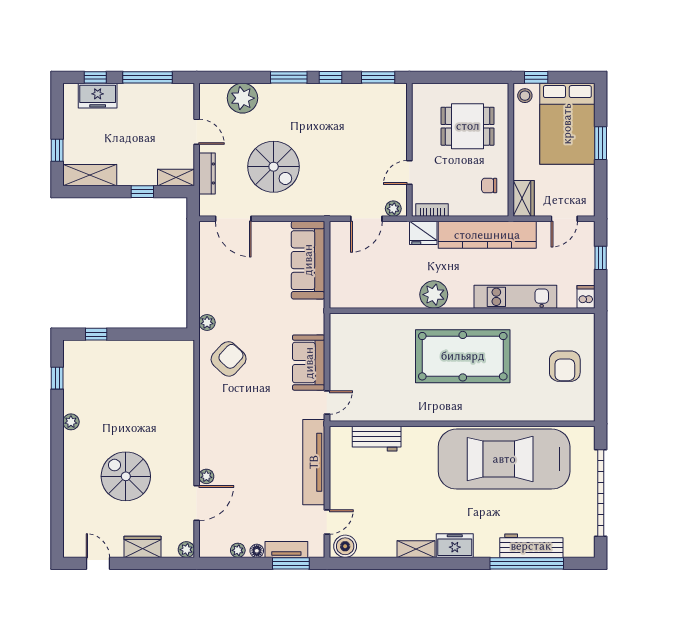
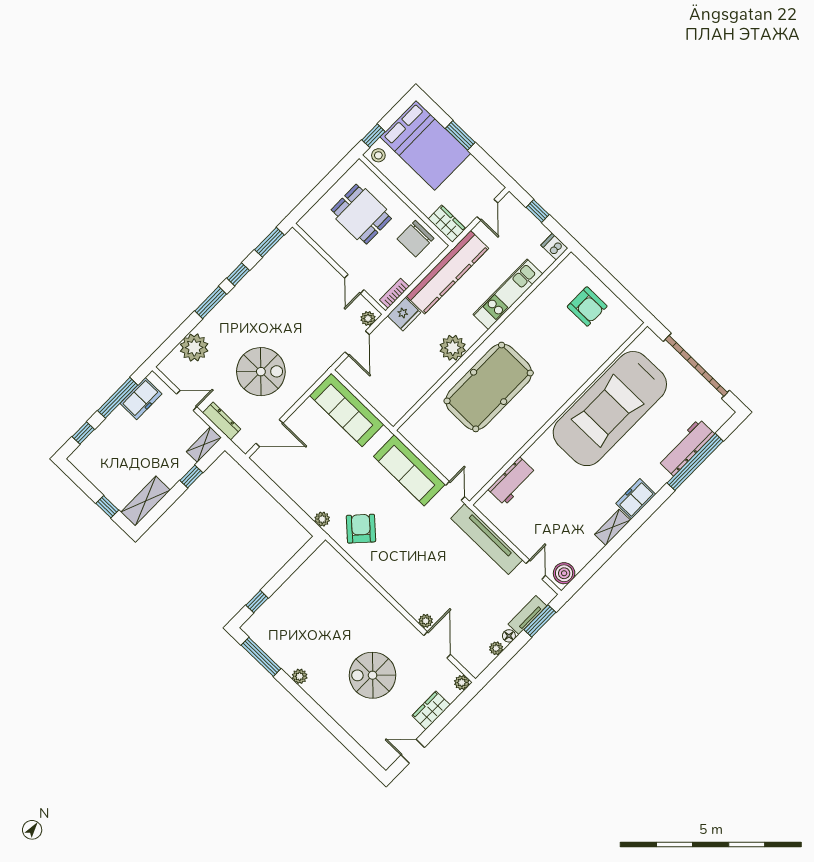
freezer: (98, 96) -> (141, 399), moved
dining table: (468, 126) -> (361, 214), turned 90
chair: (489, 186) -> (416, 239), width x1.87, depth x1.87
pool table: (463, 356) -> (489, 387), moved
sofa: (309, 363) -> (409, 470), width x1.36
window: (57, 378) -> (261, 657), width x2.17

